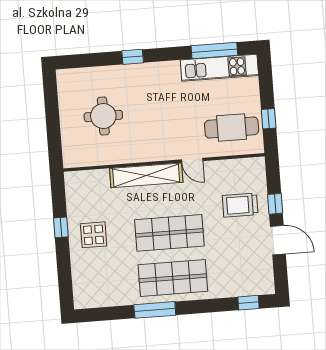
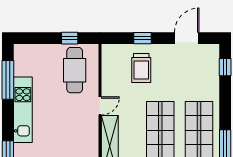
kitchen unit: (219, 68) -> (23, 110), moved
door: (278, 240) -> (187, 38), moved

